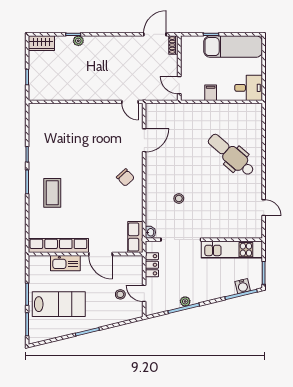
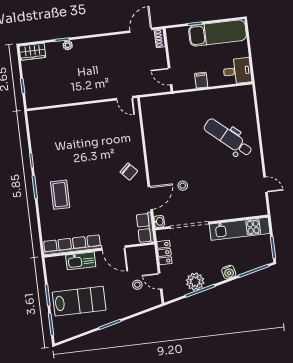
door: (144, 140) -> (150, 198), moved
water cooler: (243, 286) -> (229, 272), moved
plant: (185, 301) -> (195, 282), width x1.87, depth x1.87

